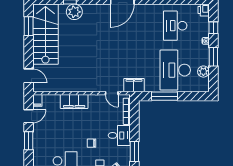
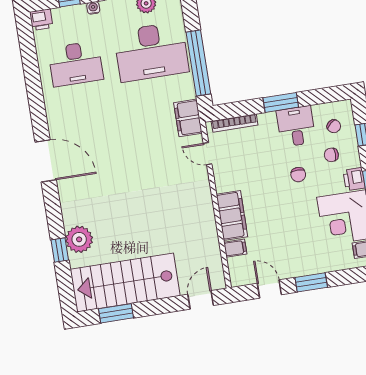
door: (112, 93) -> (208, 154), swing flipped
window: (164, 96) -> (198, 63), width x1.46
filing cabinet: (37, 100) -> (235, 248), moved
desk: (119, 135) -> (296, 126), moved
window: (134, 151) -> (281, 102), moved

